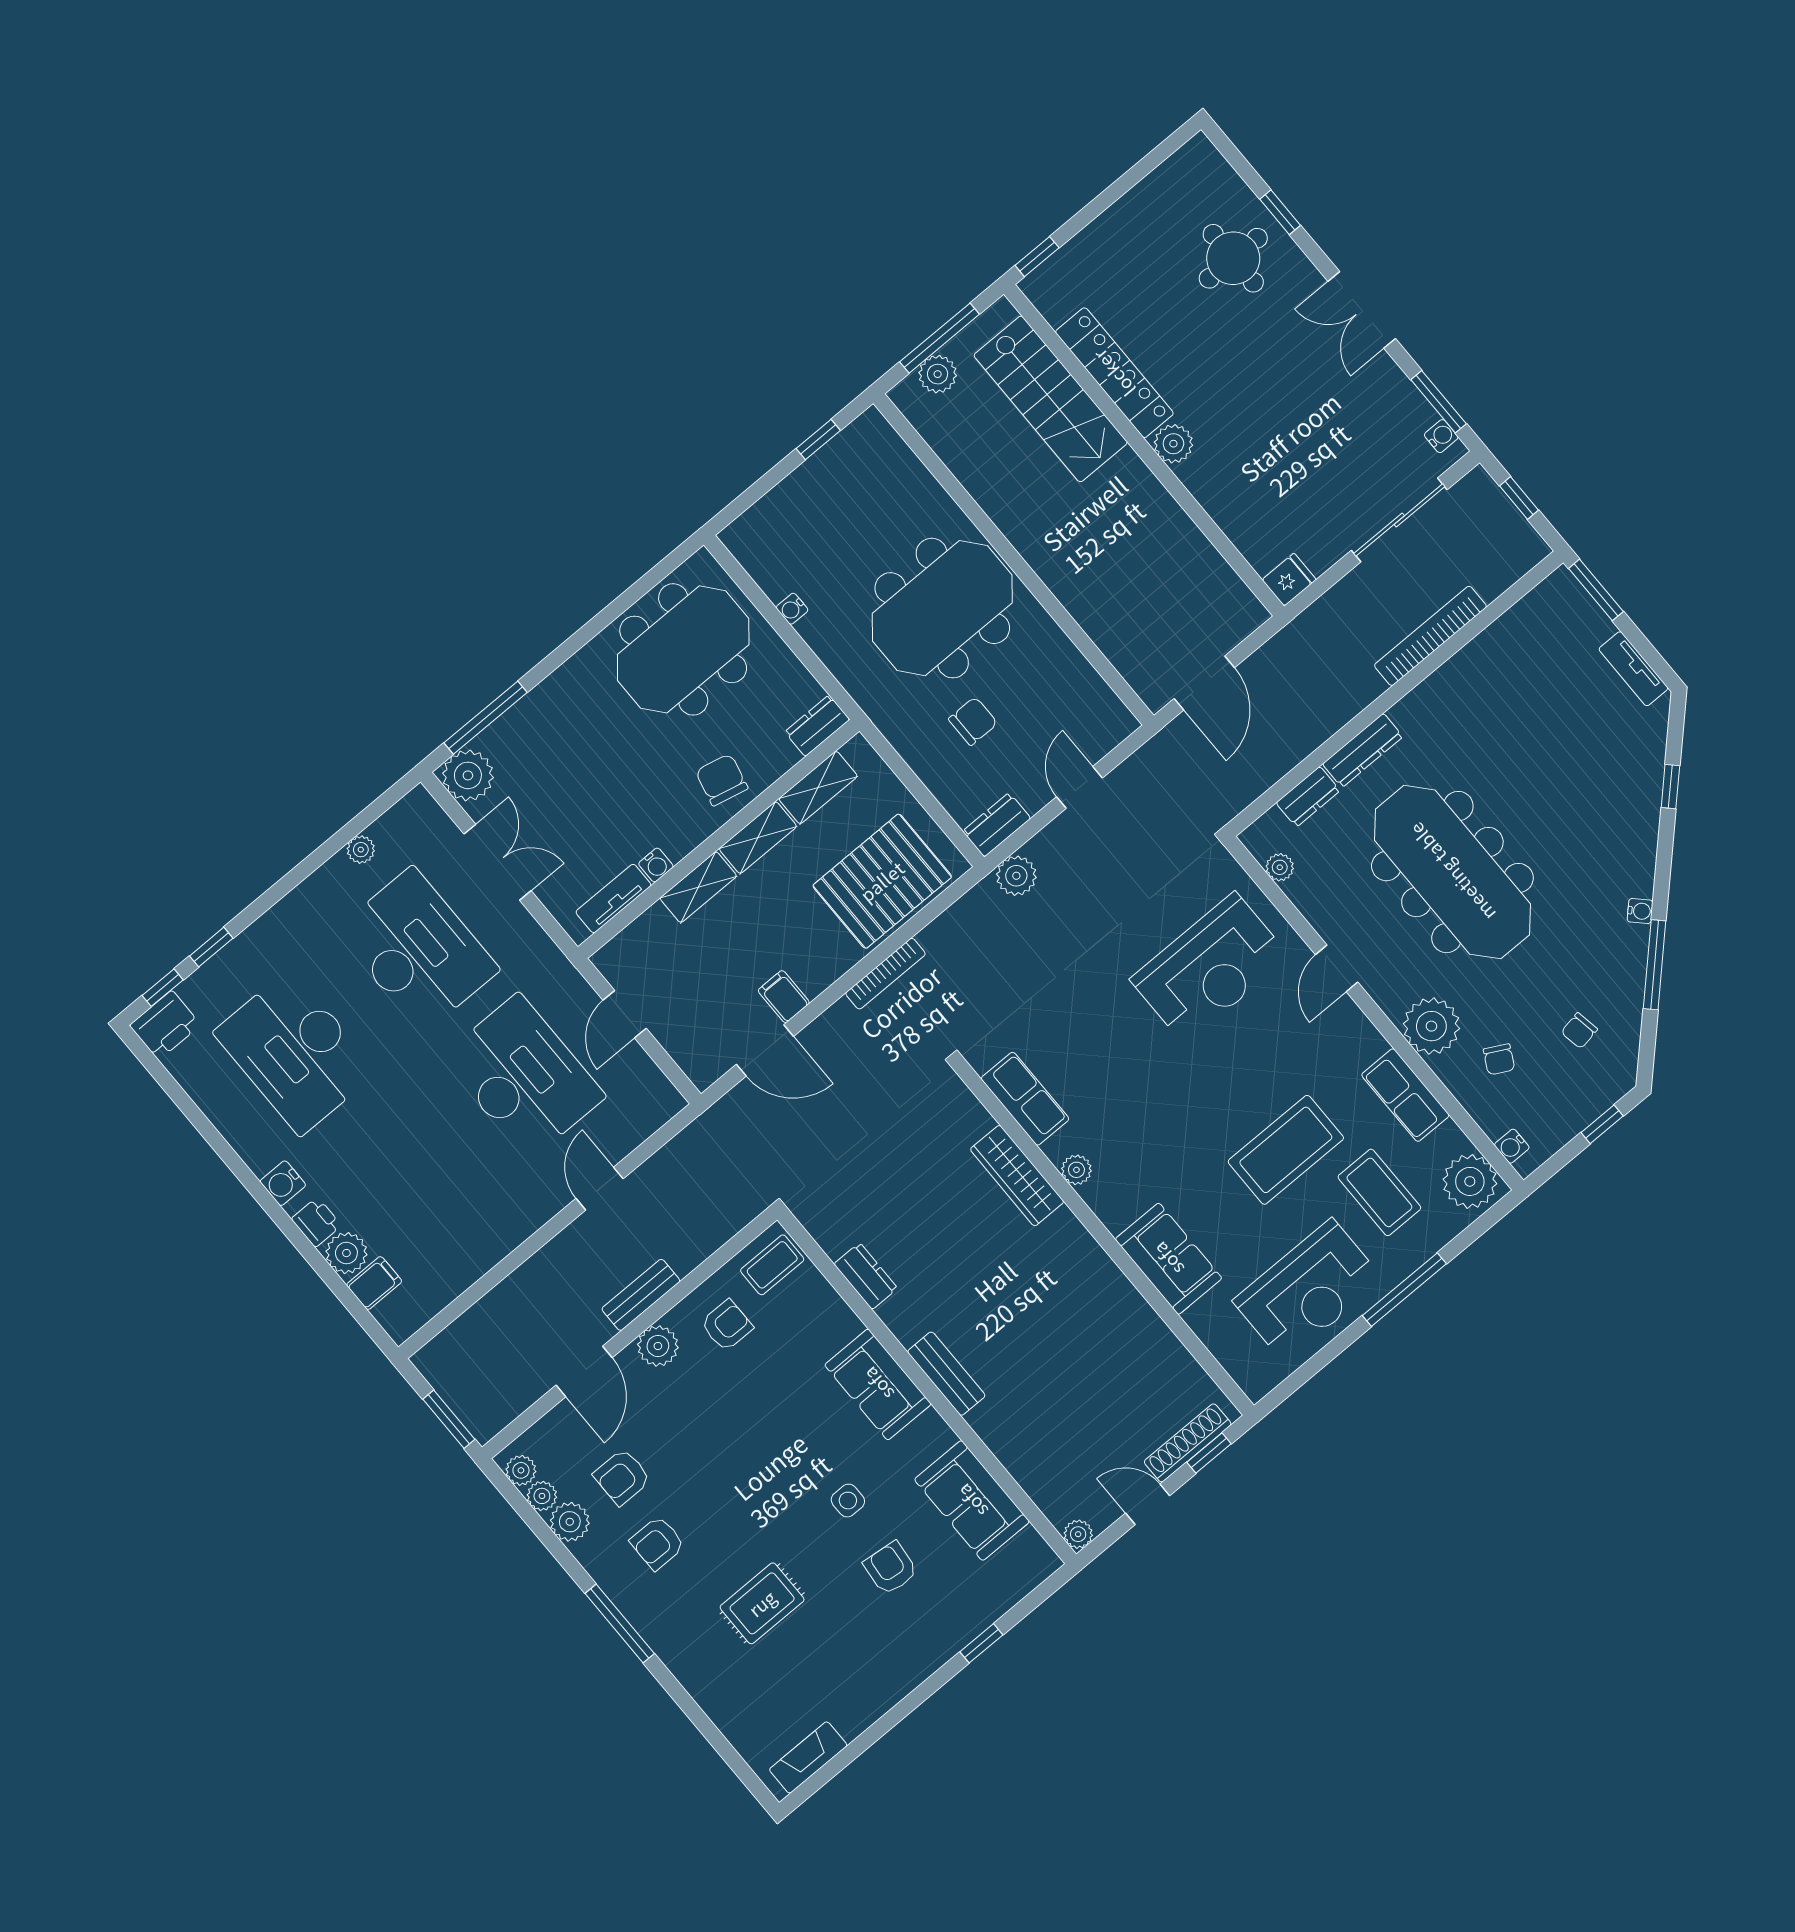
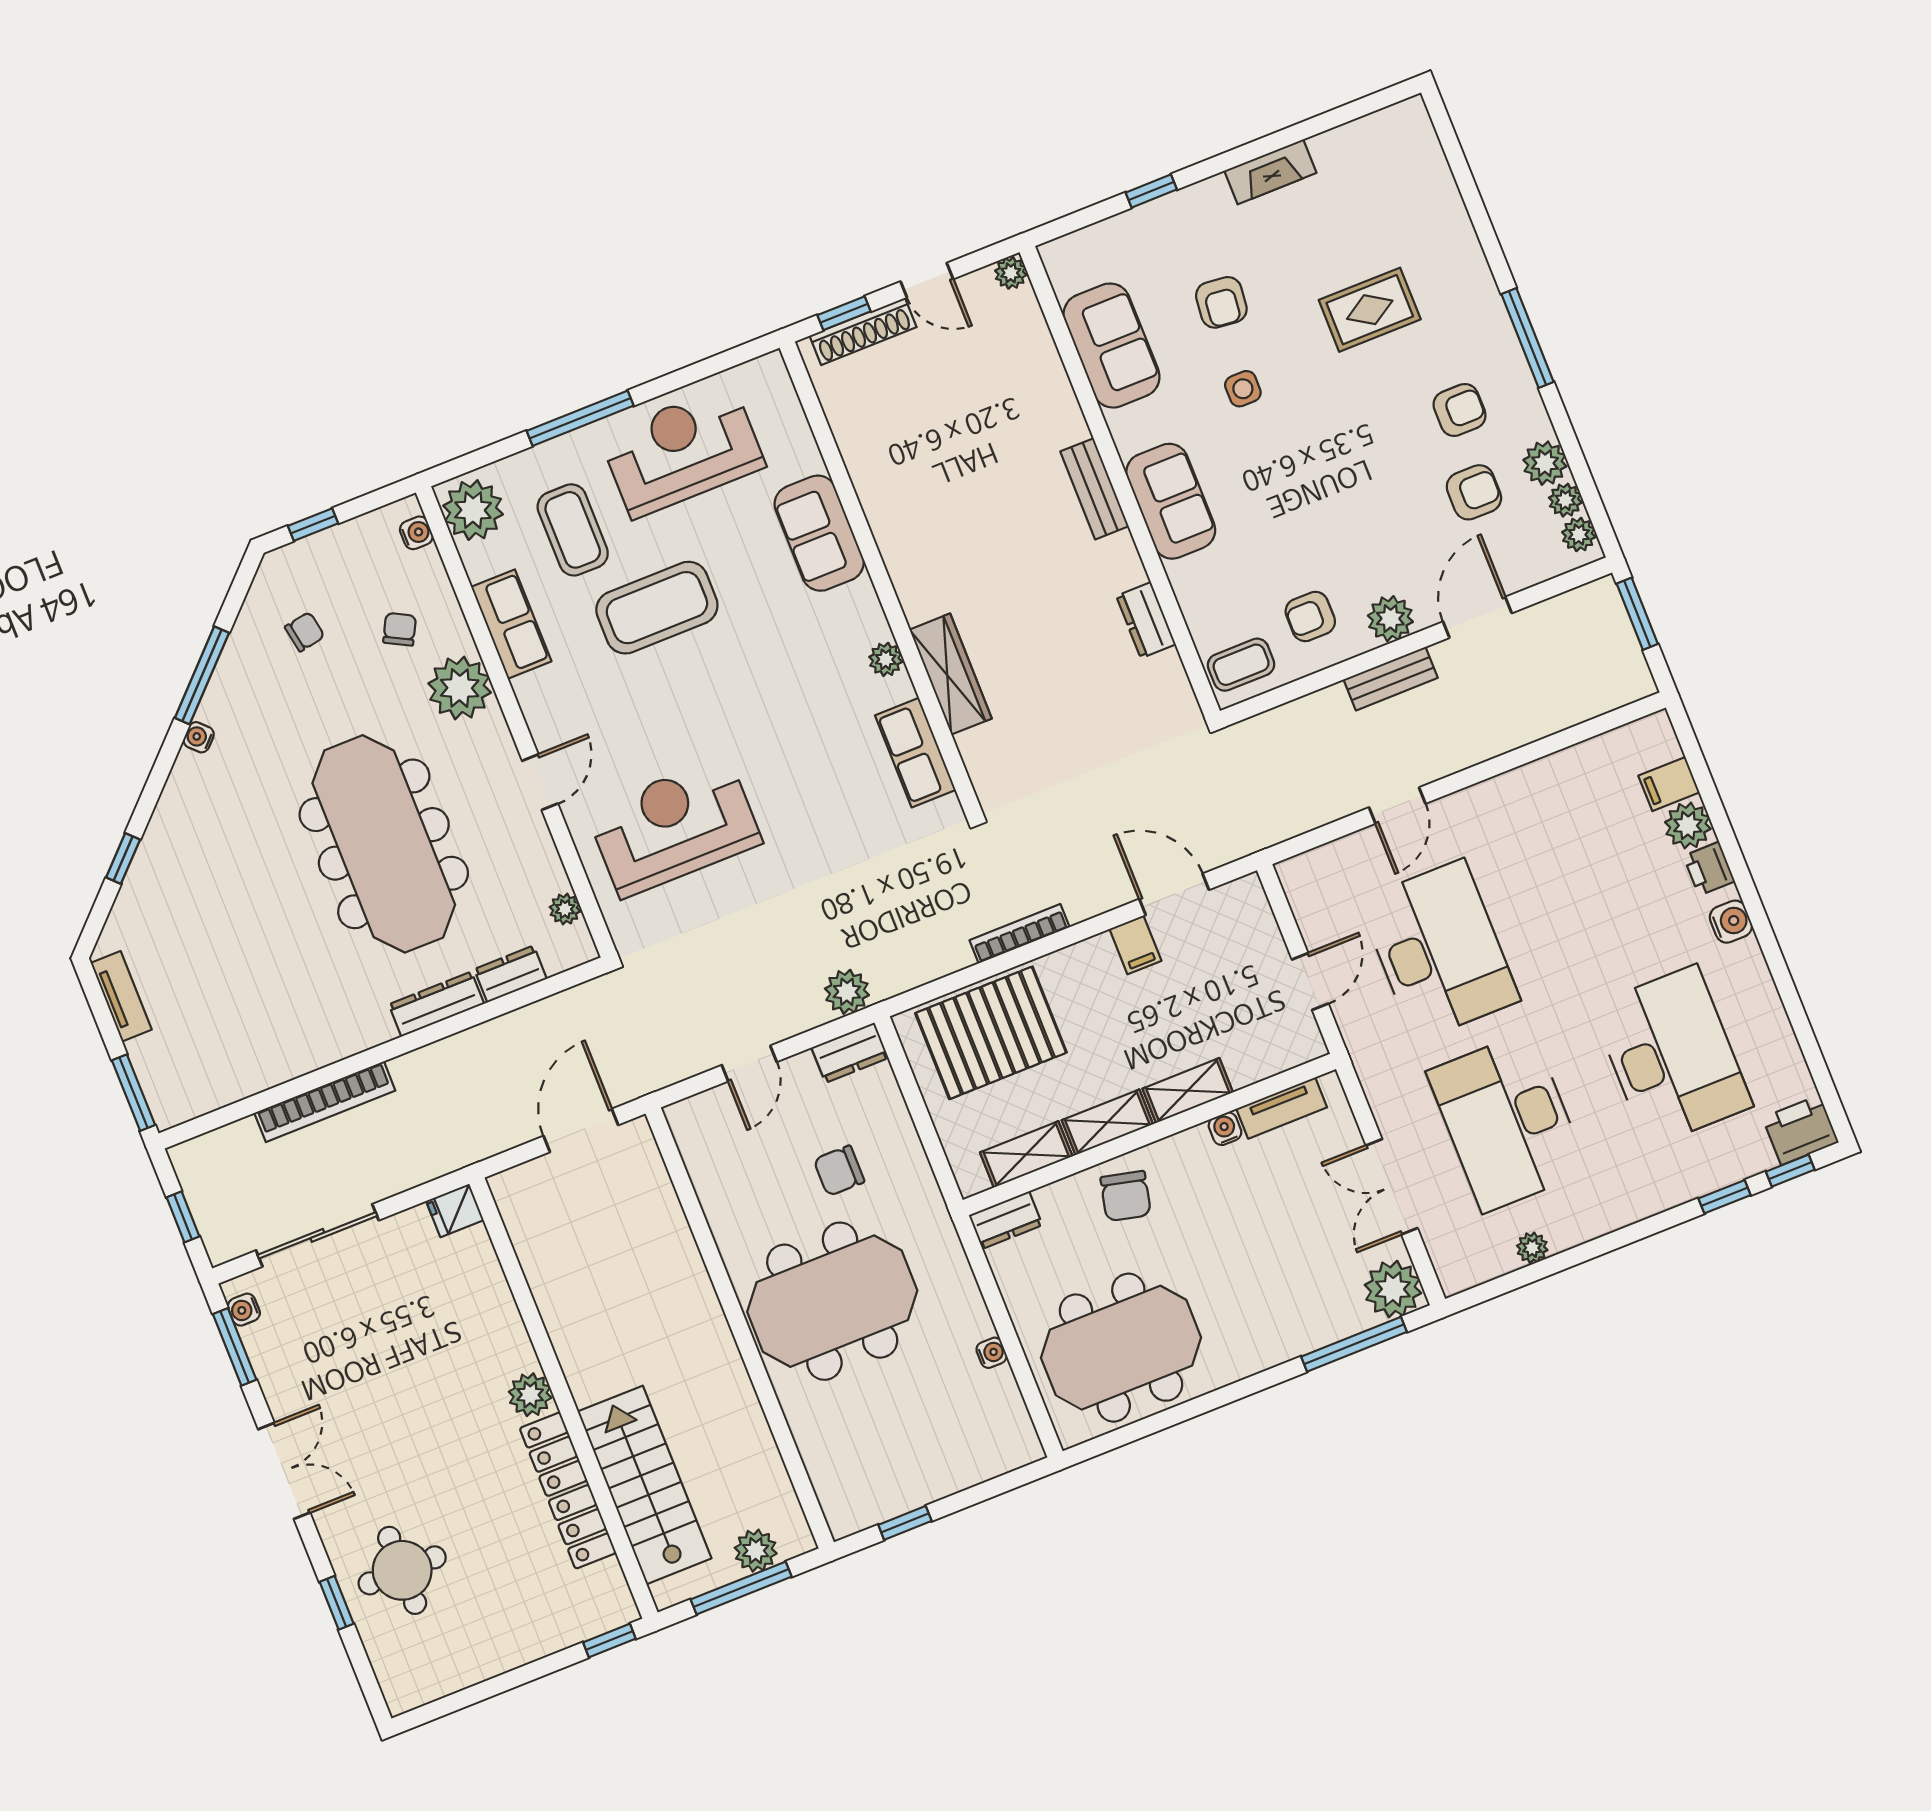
desk: (523, 1077) -> (1439, 950), turned 180
fireplace: (808, 1757) -> (1270, 172), moved

